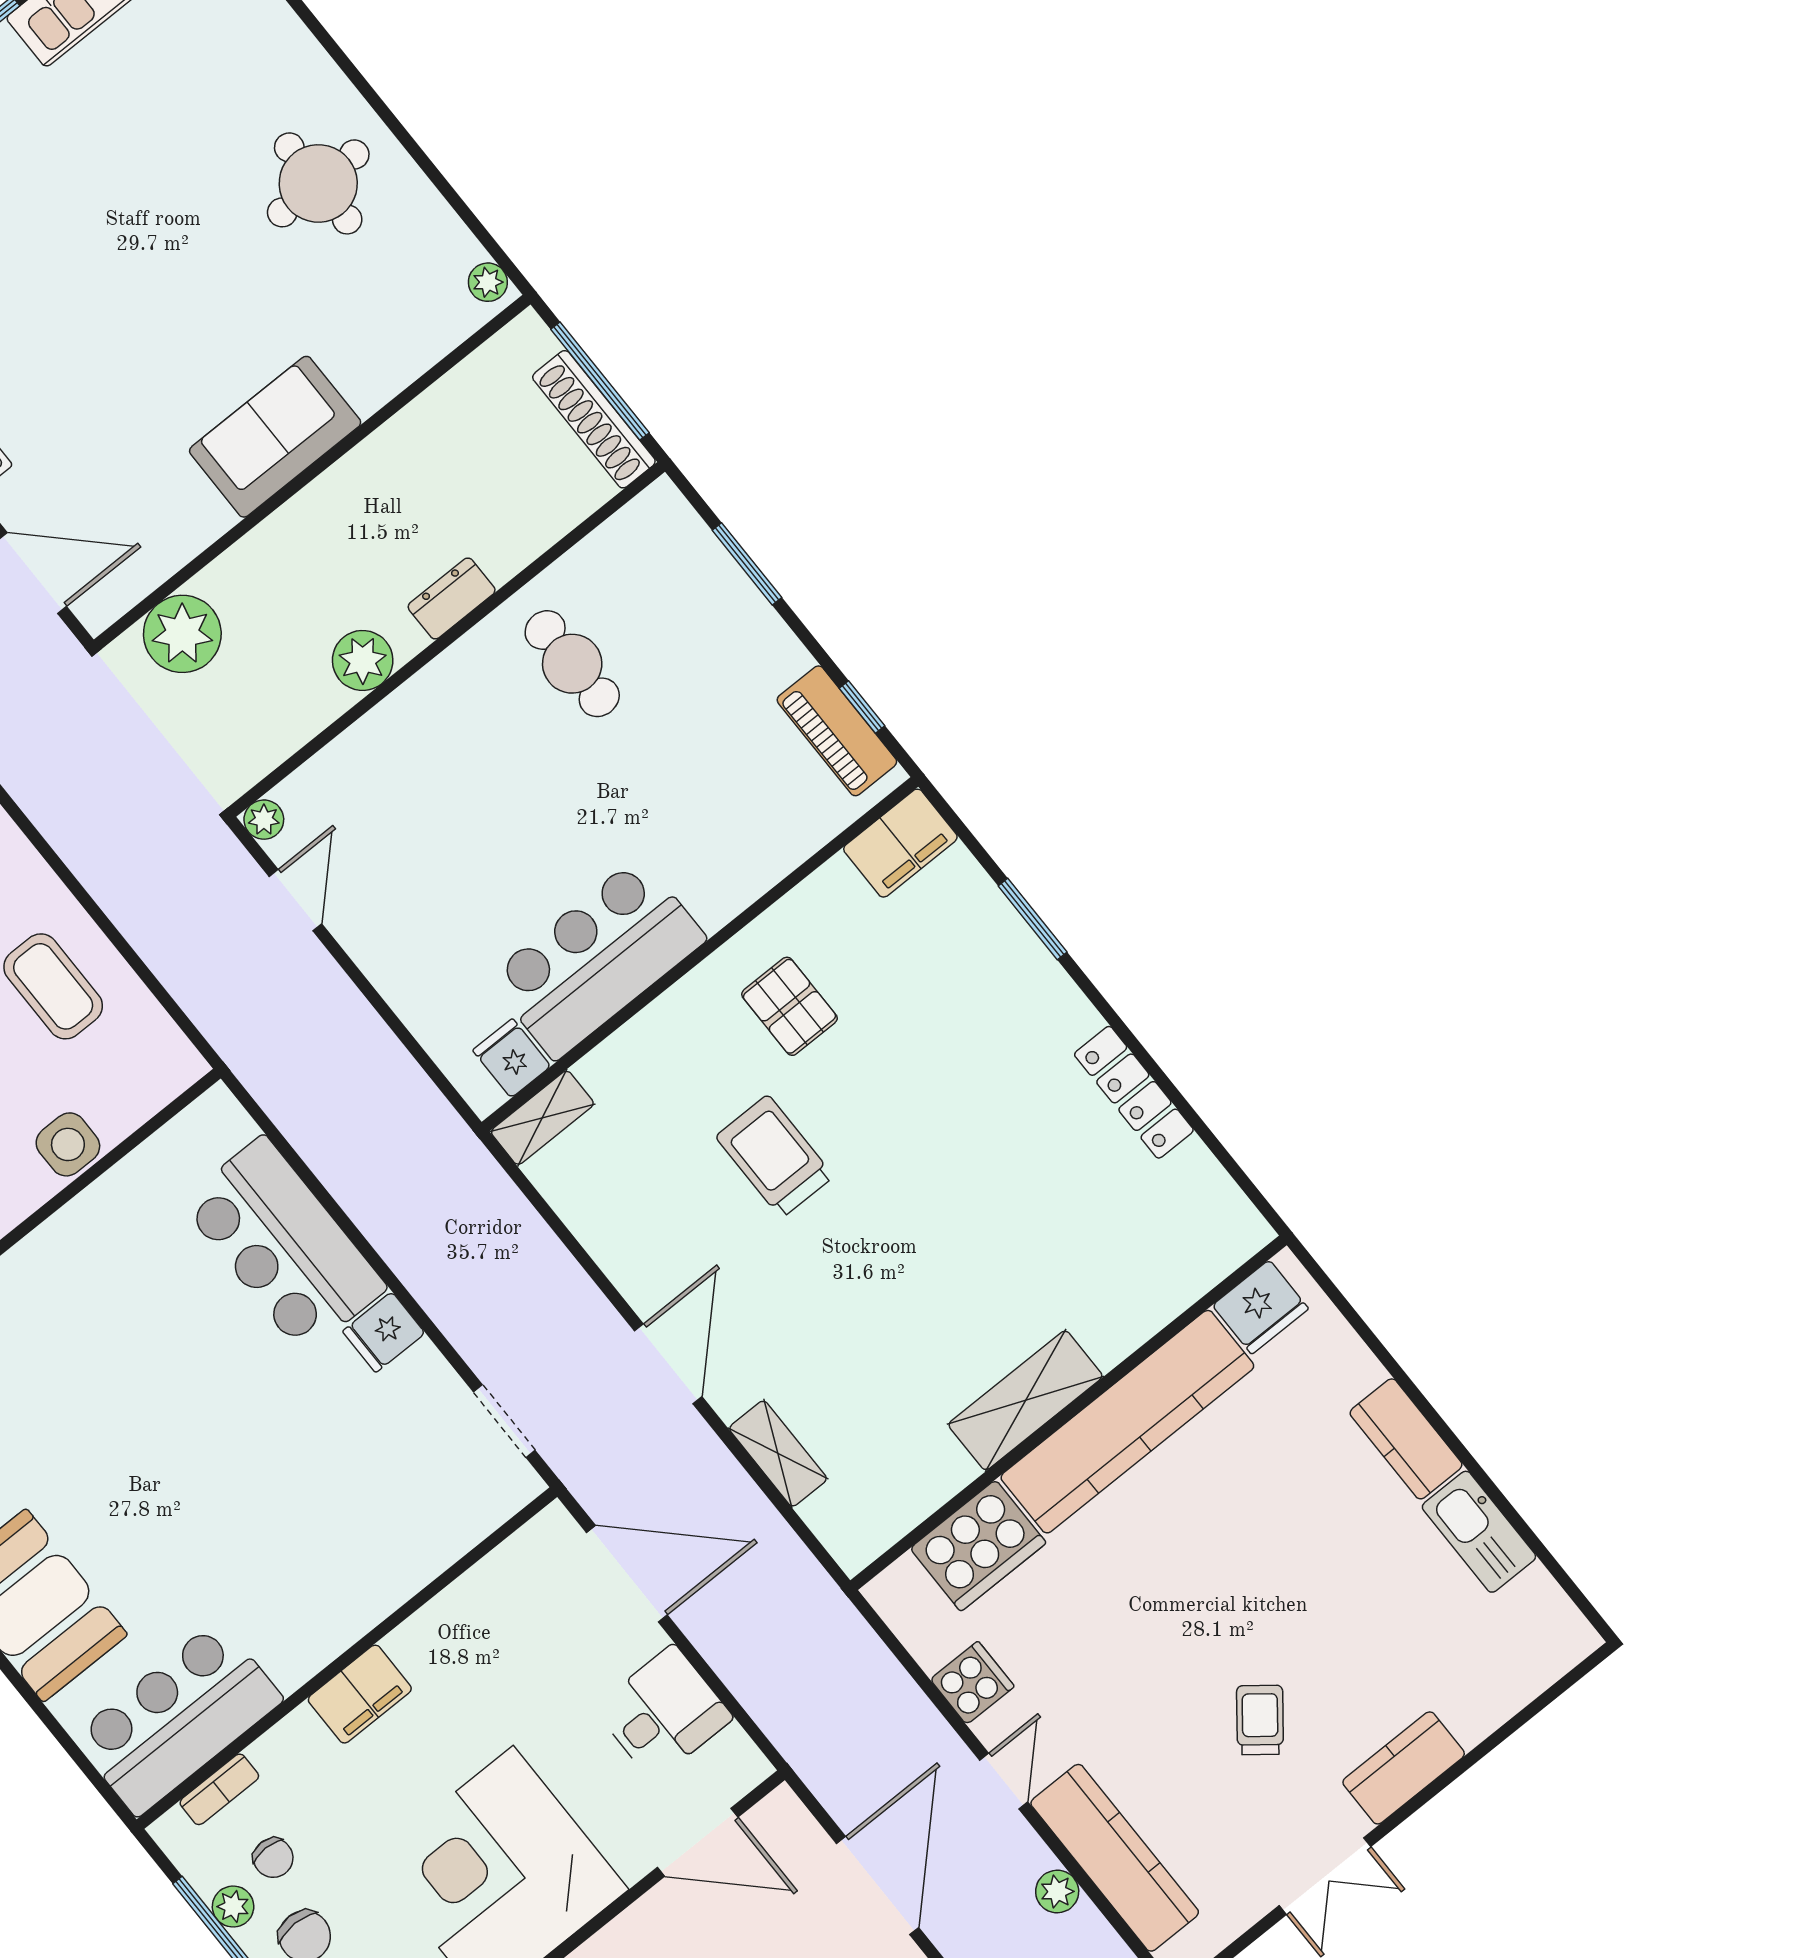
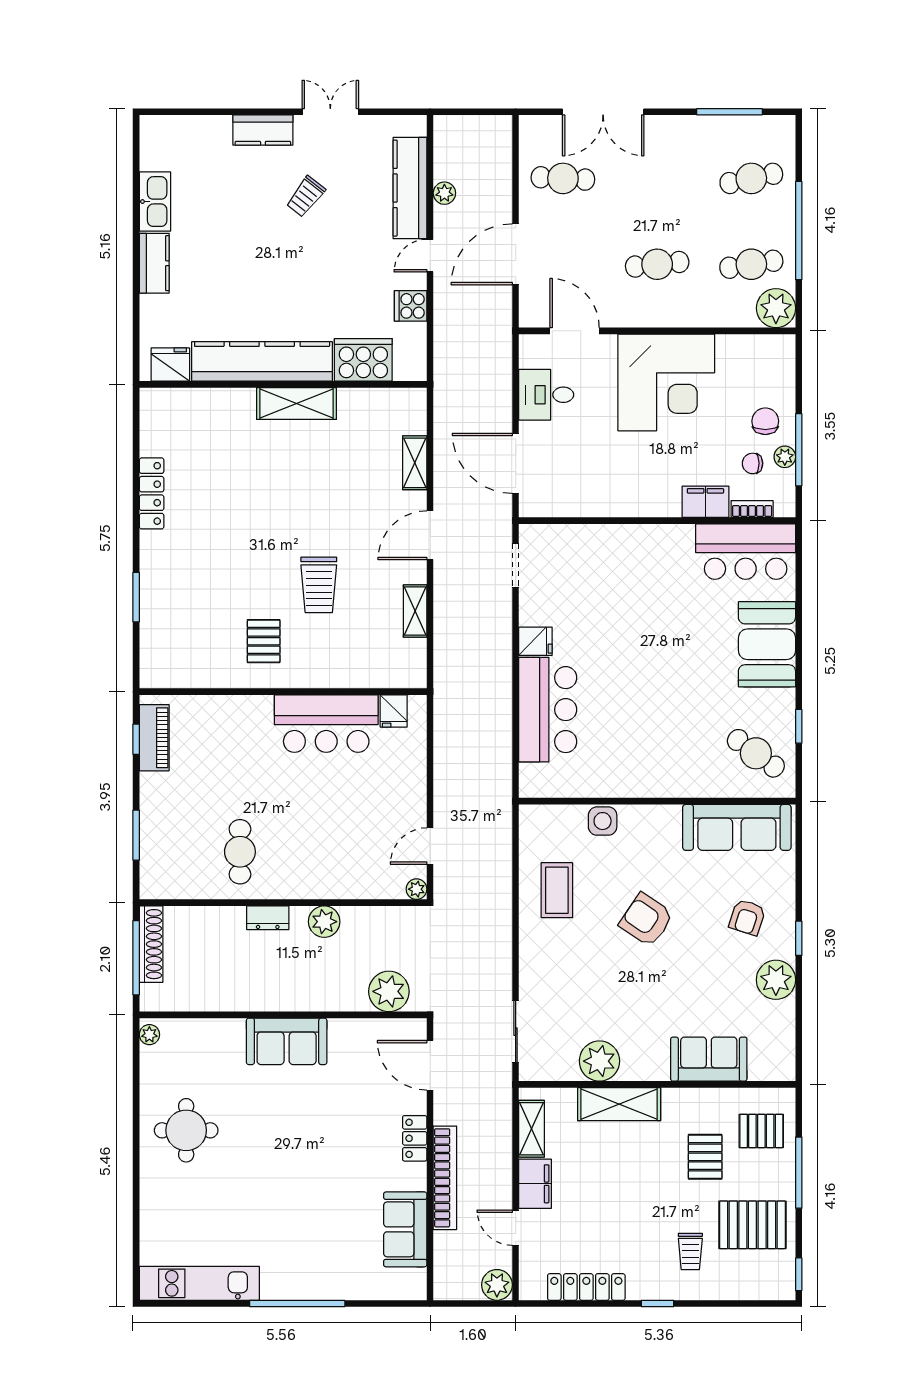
filing cabinet: (900, 843) -> (165, 671), removed
shelving: (542, 1118) -> (415, 611), moved, turned 90
filing cabinet: (360, 1694) -> (705, 502), moved
chair: (273, 1858) -> (753, 463), turned -90

